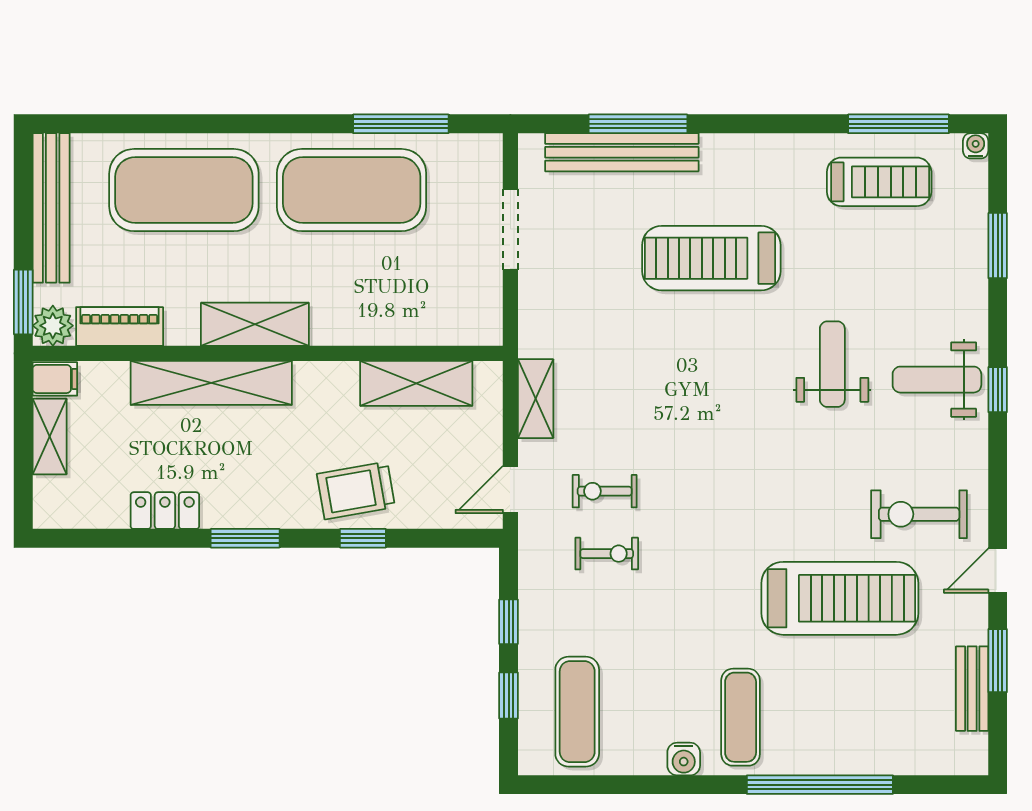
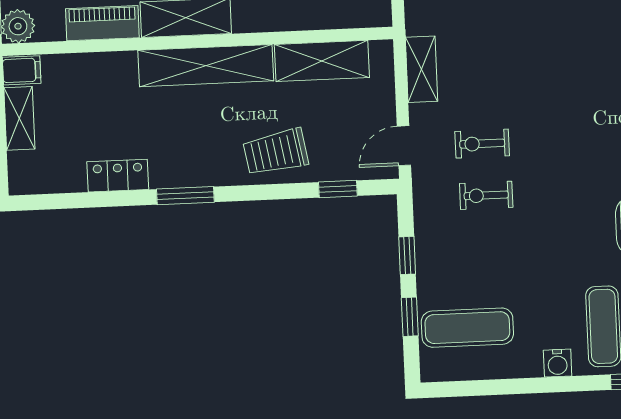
piano: (120, 327) -> (102, 23), moved
shelving: (211, 383) -> (206, 66), moved
window: (363, 538) -> (338, 189), moved
exercise bike: (607, 554) -> (486, 195), turned 180
exercise mat: (577, 712) -> (467, 328), turned 90

